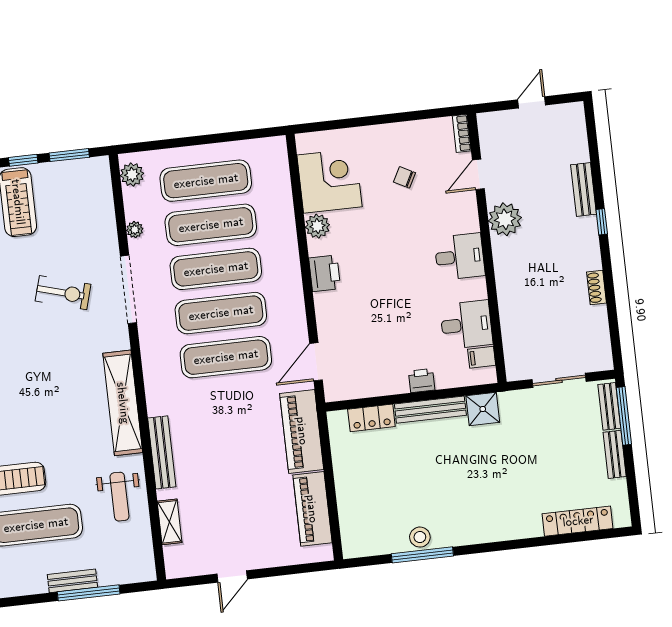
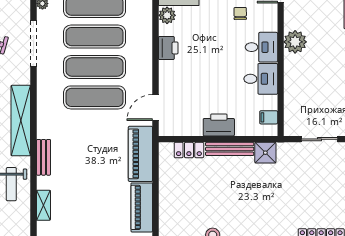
chair: (423, 211) -> (240, 13), added
plant: (505, 219) -> (295, 42), moved
desk: (466, 325) -> (261, 79), moved
printer: (422, 381) -> (219, 125), width x1.87, depth x1.48
bench: (162, 452) -> (44, 157), width x0.73

